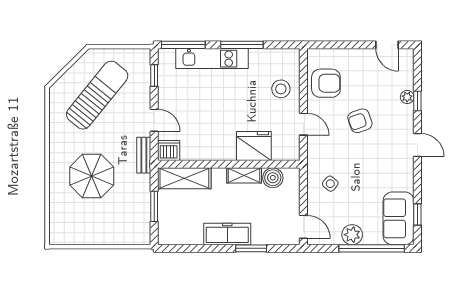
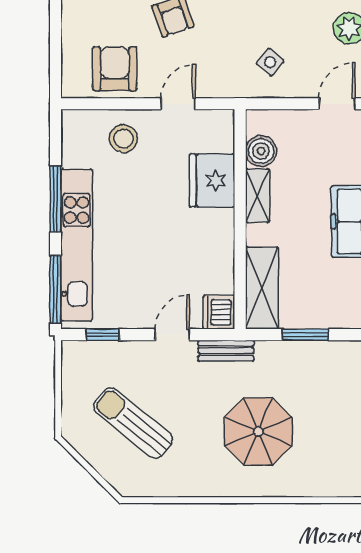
kitchen unit: (212, 59) -> (77, 245), width x1.36
sun lounger: (97, 95) -> (133, 423), width x0.73, depth x0.75

